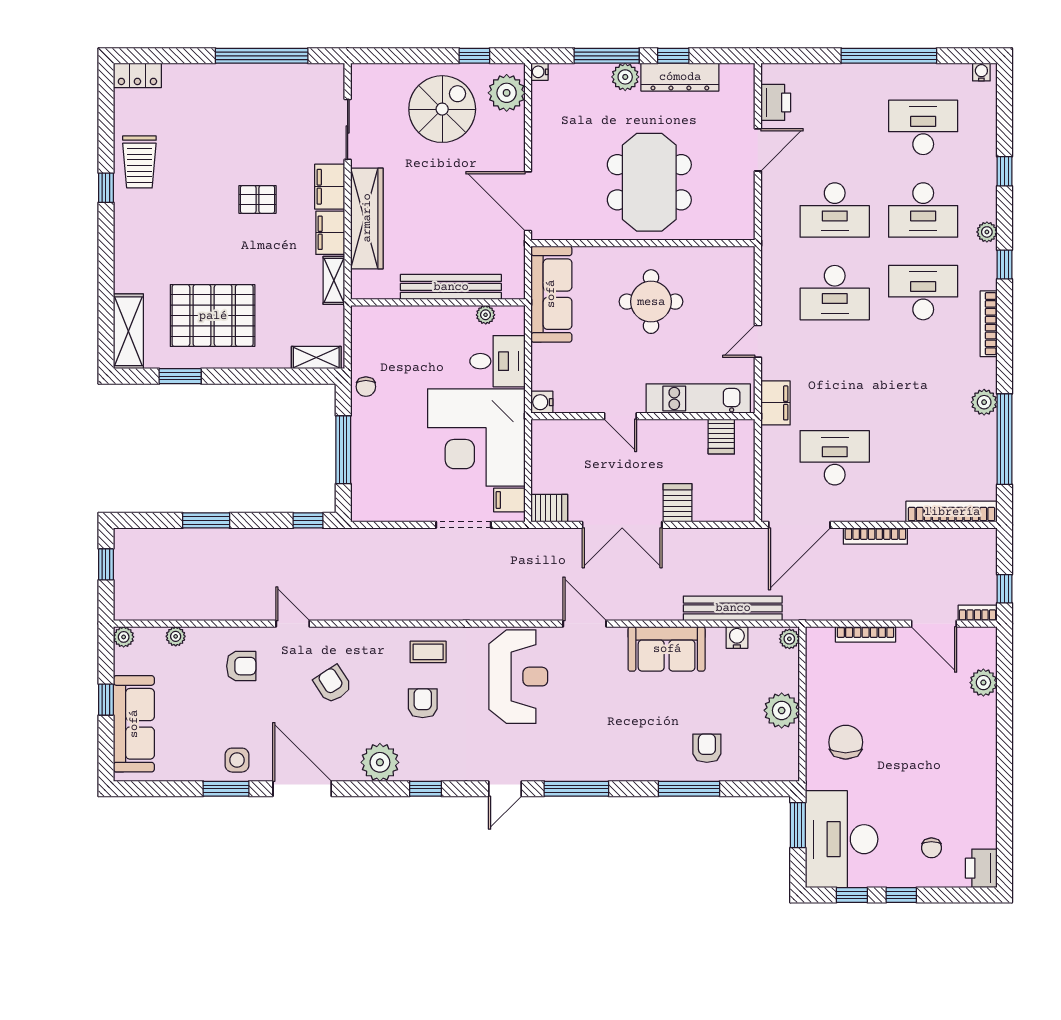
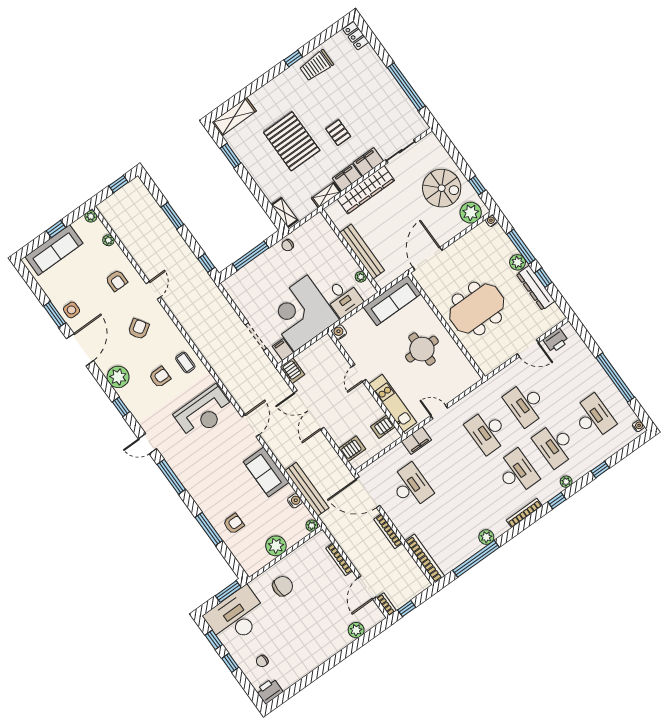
pallet: (213, 316) -> (292, 141), moved
server rack: (678, 503) -> (352, 449), moved

